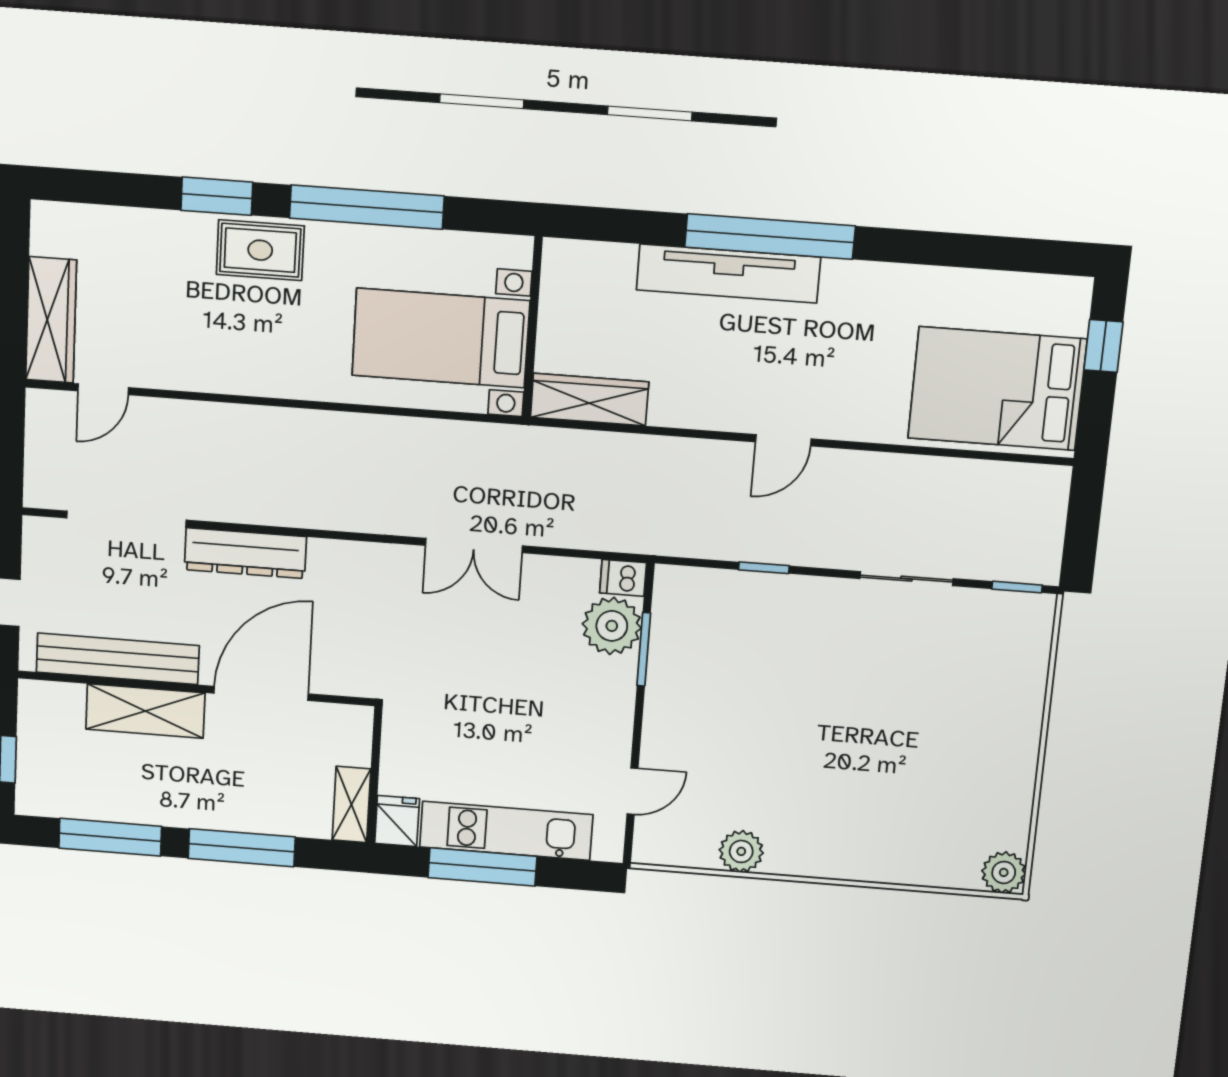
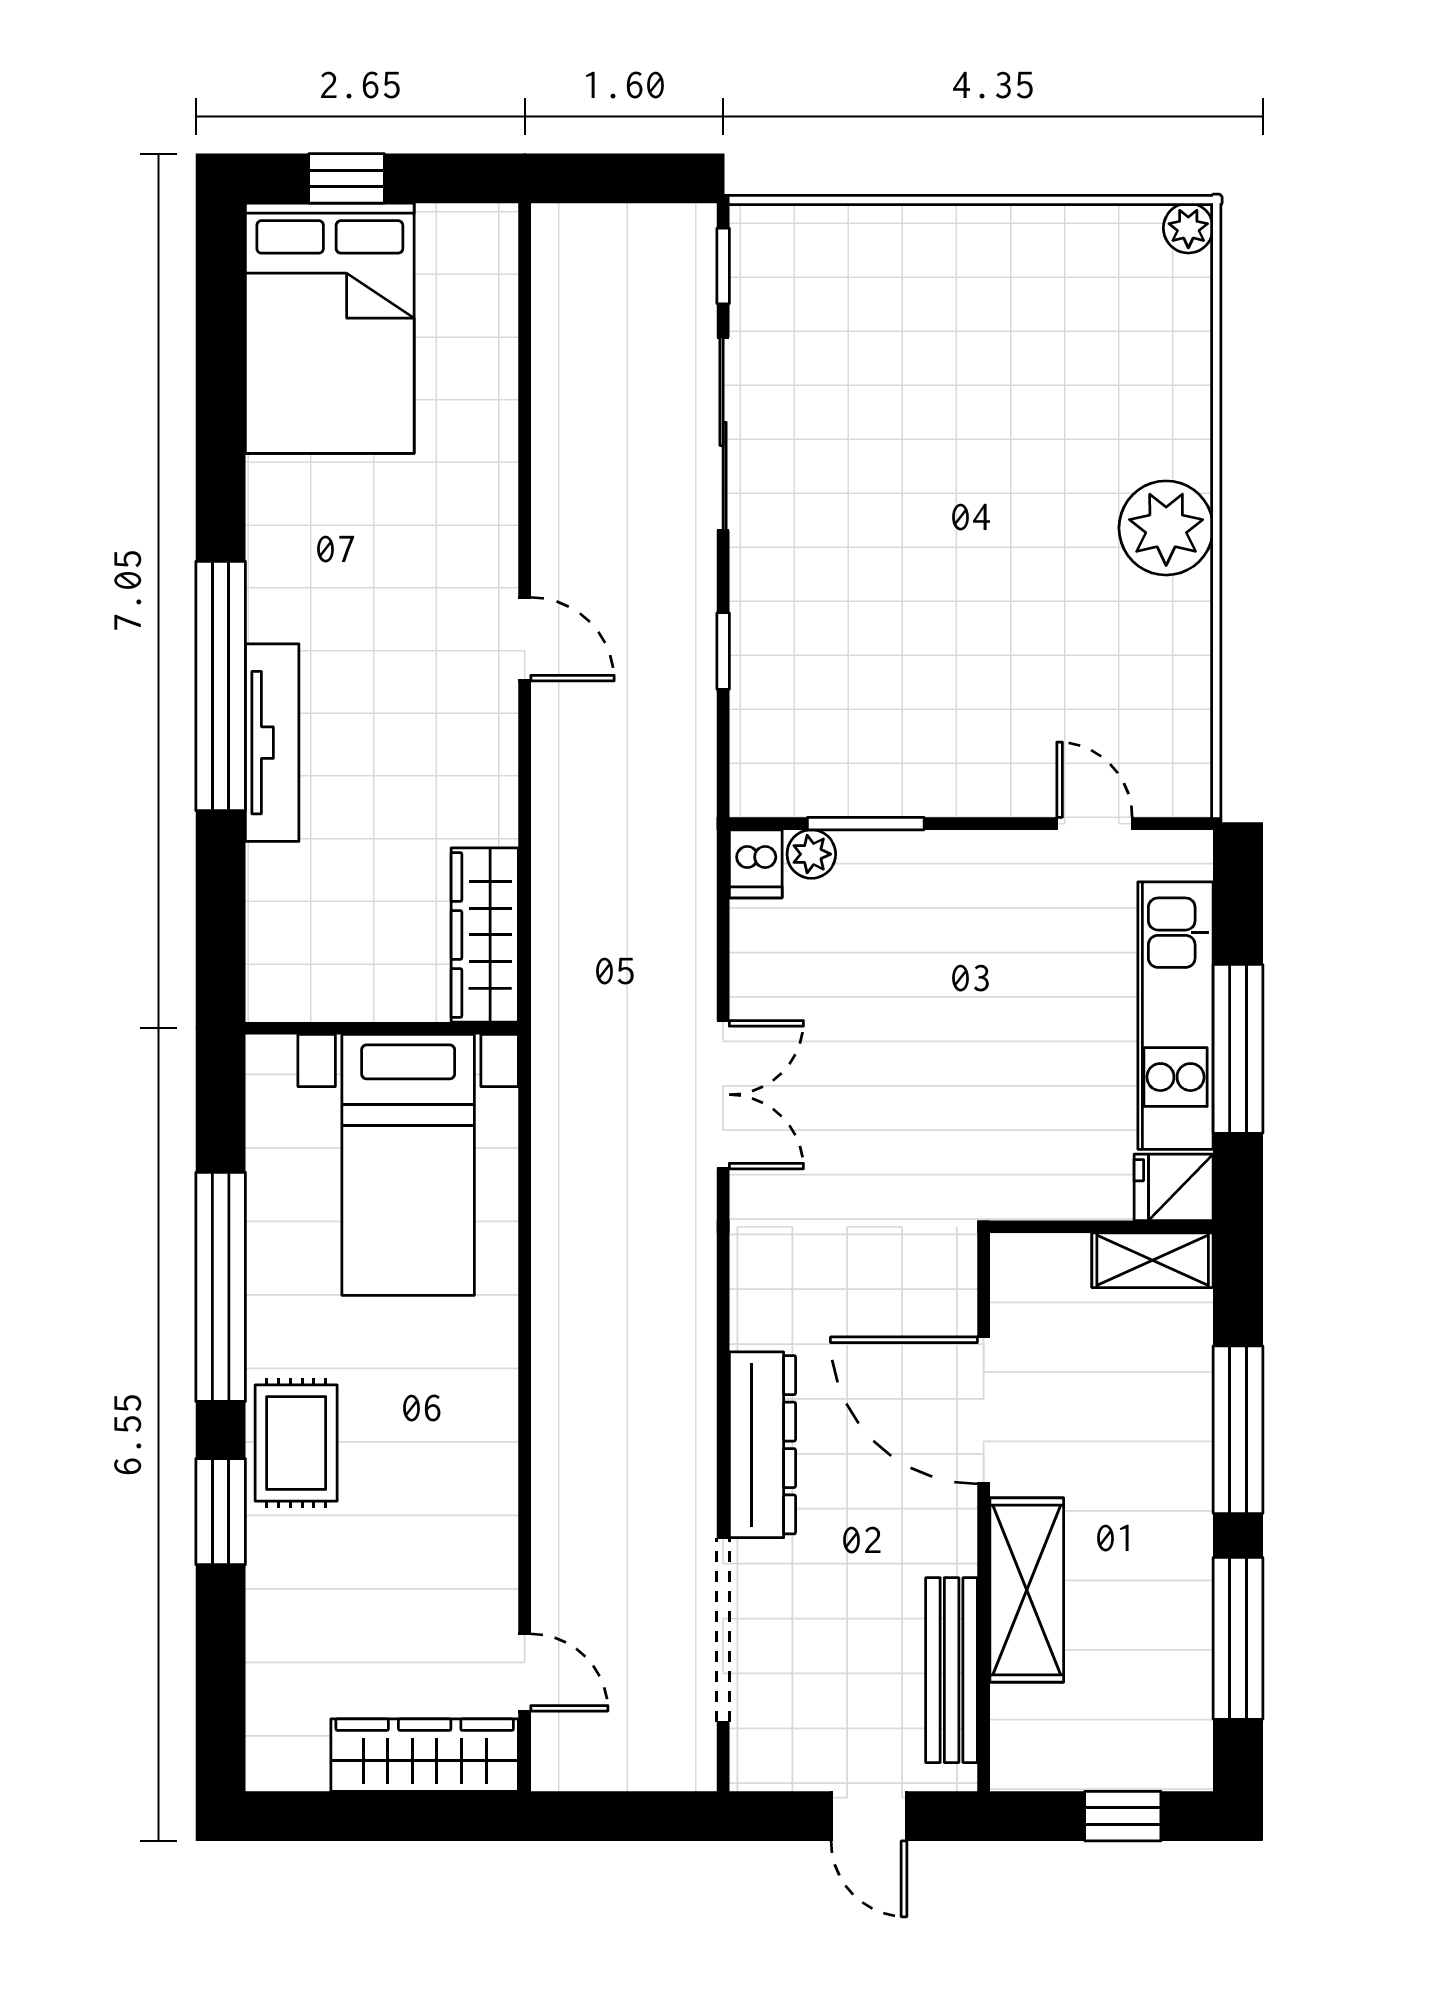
tv unit: (728, 274) -> (272, 743), width x0.73, depth x0.78
bed: (997, 389) -> (330, 328), moved
sliding door: (906, 579) -> (723, 434), width x1.37
plant: (612, 626) -> (811, 854), width x0.53, depth x0.53
bench: (118, 659) -> (952, 1670), width x0.73, depth x0.82
plant: (741, 851) -> (1166, 528), moved, width x1.36, depth x1.36
plant: (1004, 872) -> (1188, 228), width x0.73, depth x0.73

